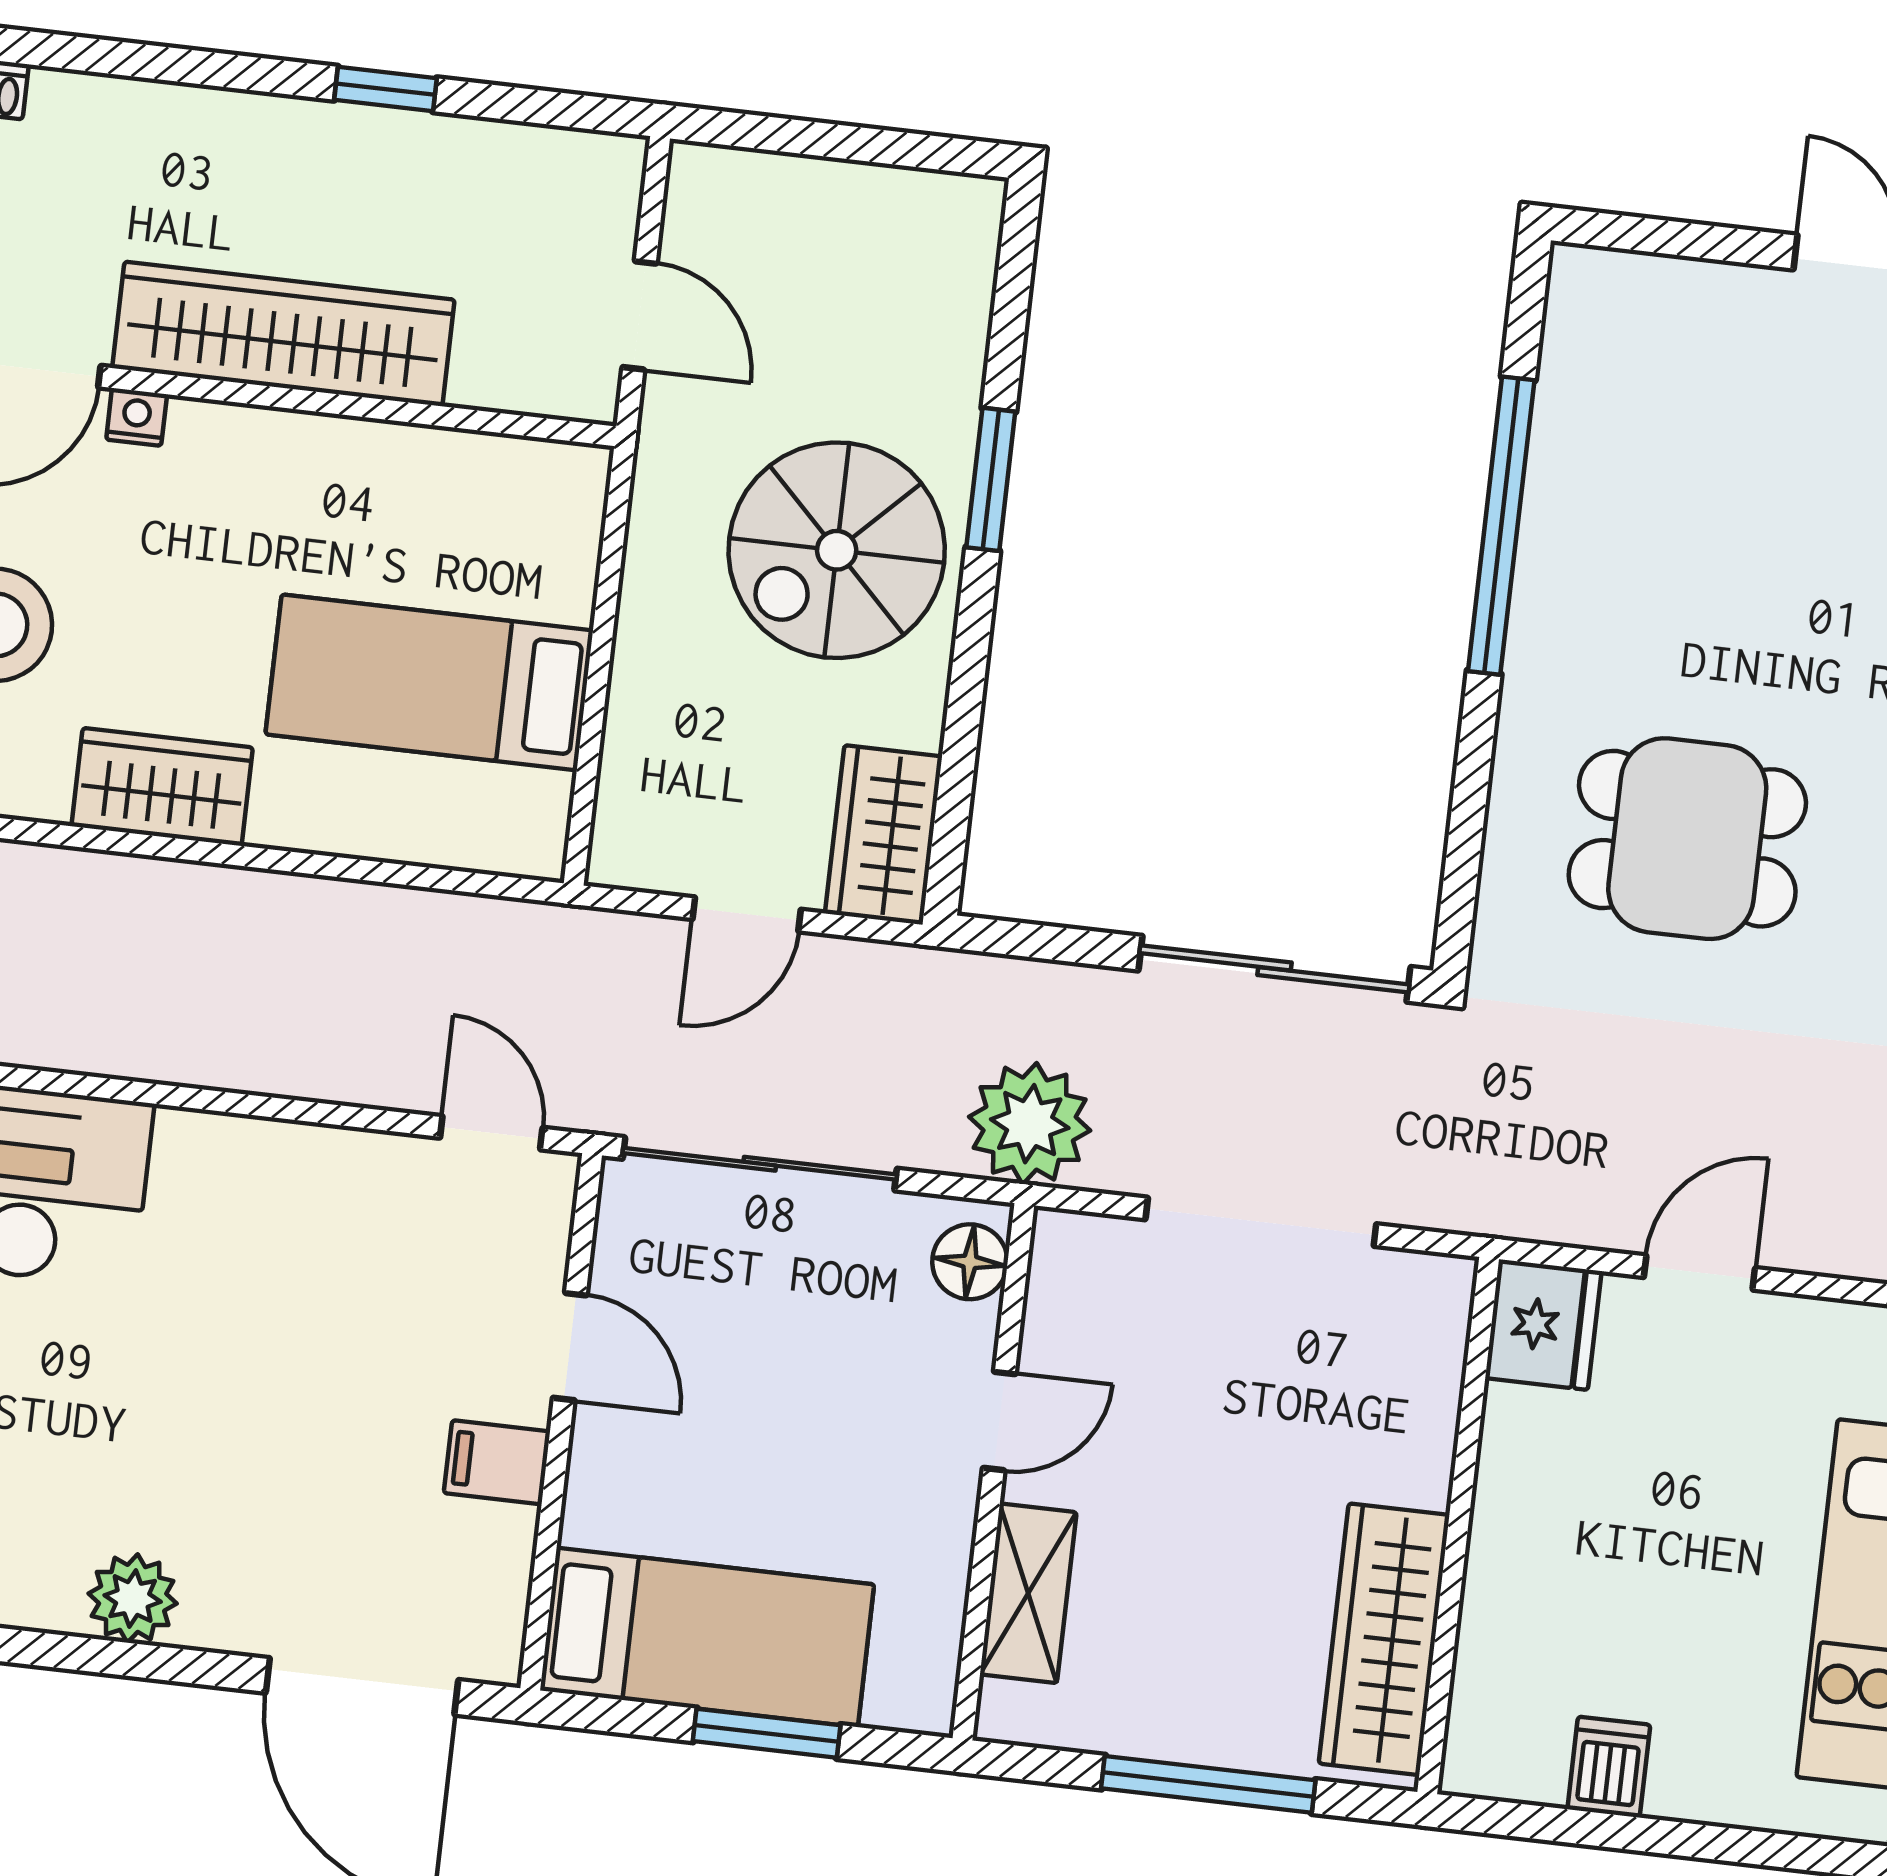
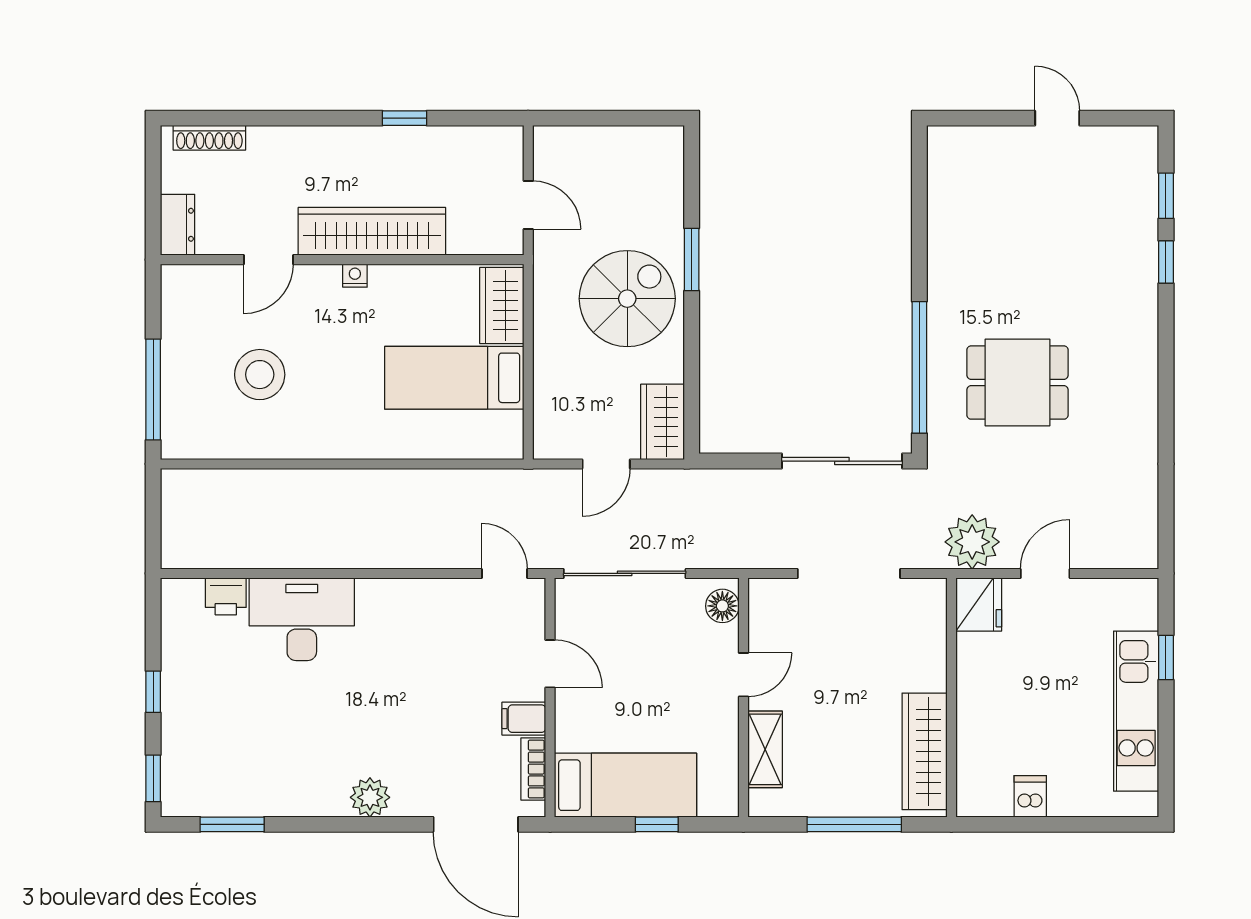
nightstand: (137, 417) -> (355, 276), moved
window: (1501, 526) -> (919, 367), moved
spiral stairs: (837, 550) -> (627, 299), turned 180
wardrobe: (162, 787) -> (502, 305), moved, turned -90
plant: (1030, 1124) -> (972, 542), moved
bookcase: (505, 1577) -> (533, 769), added
window: (767, 1733) -> (657, 824), width x0.67

